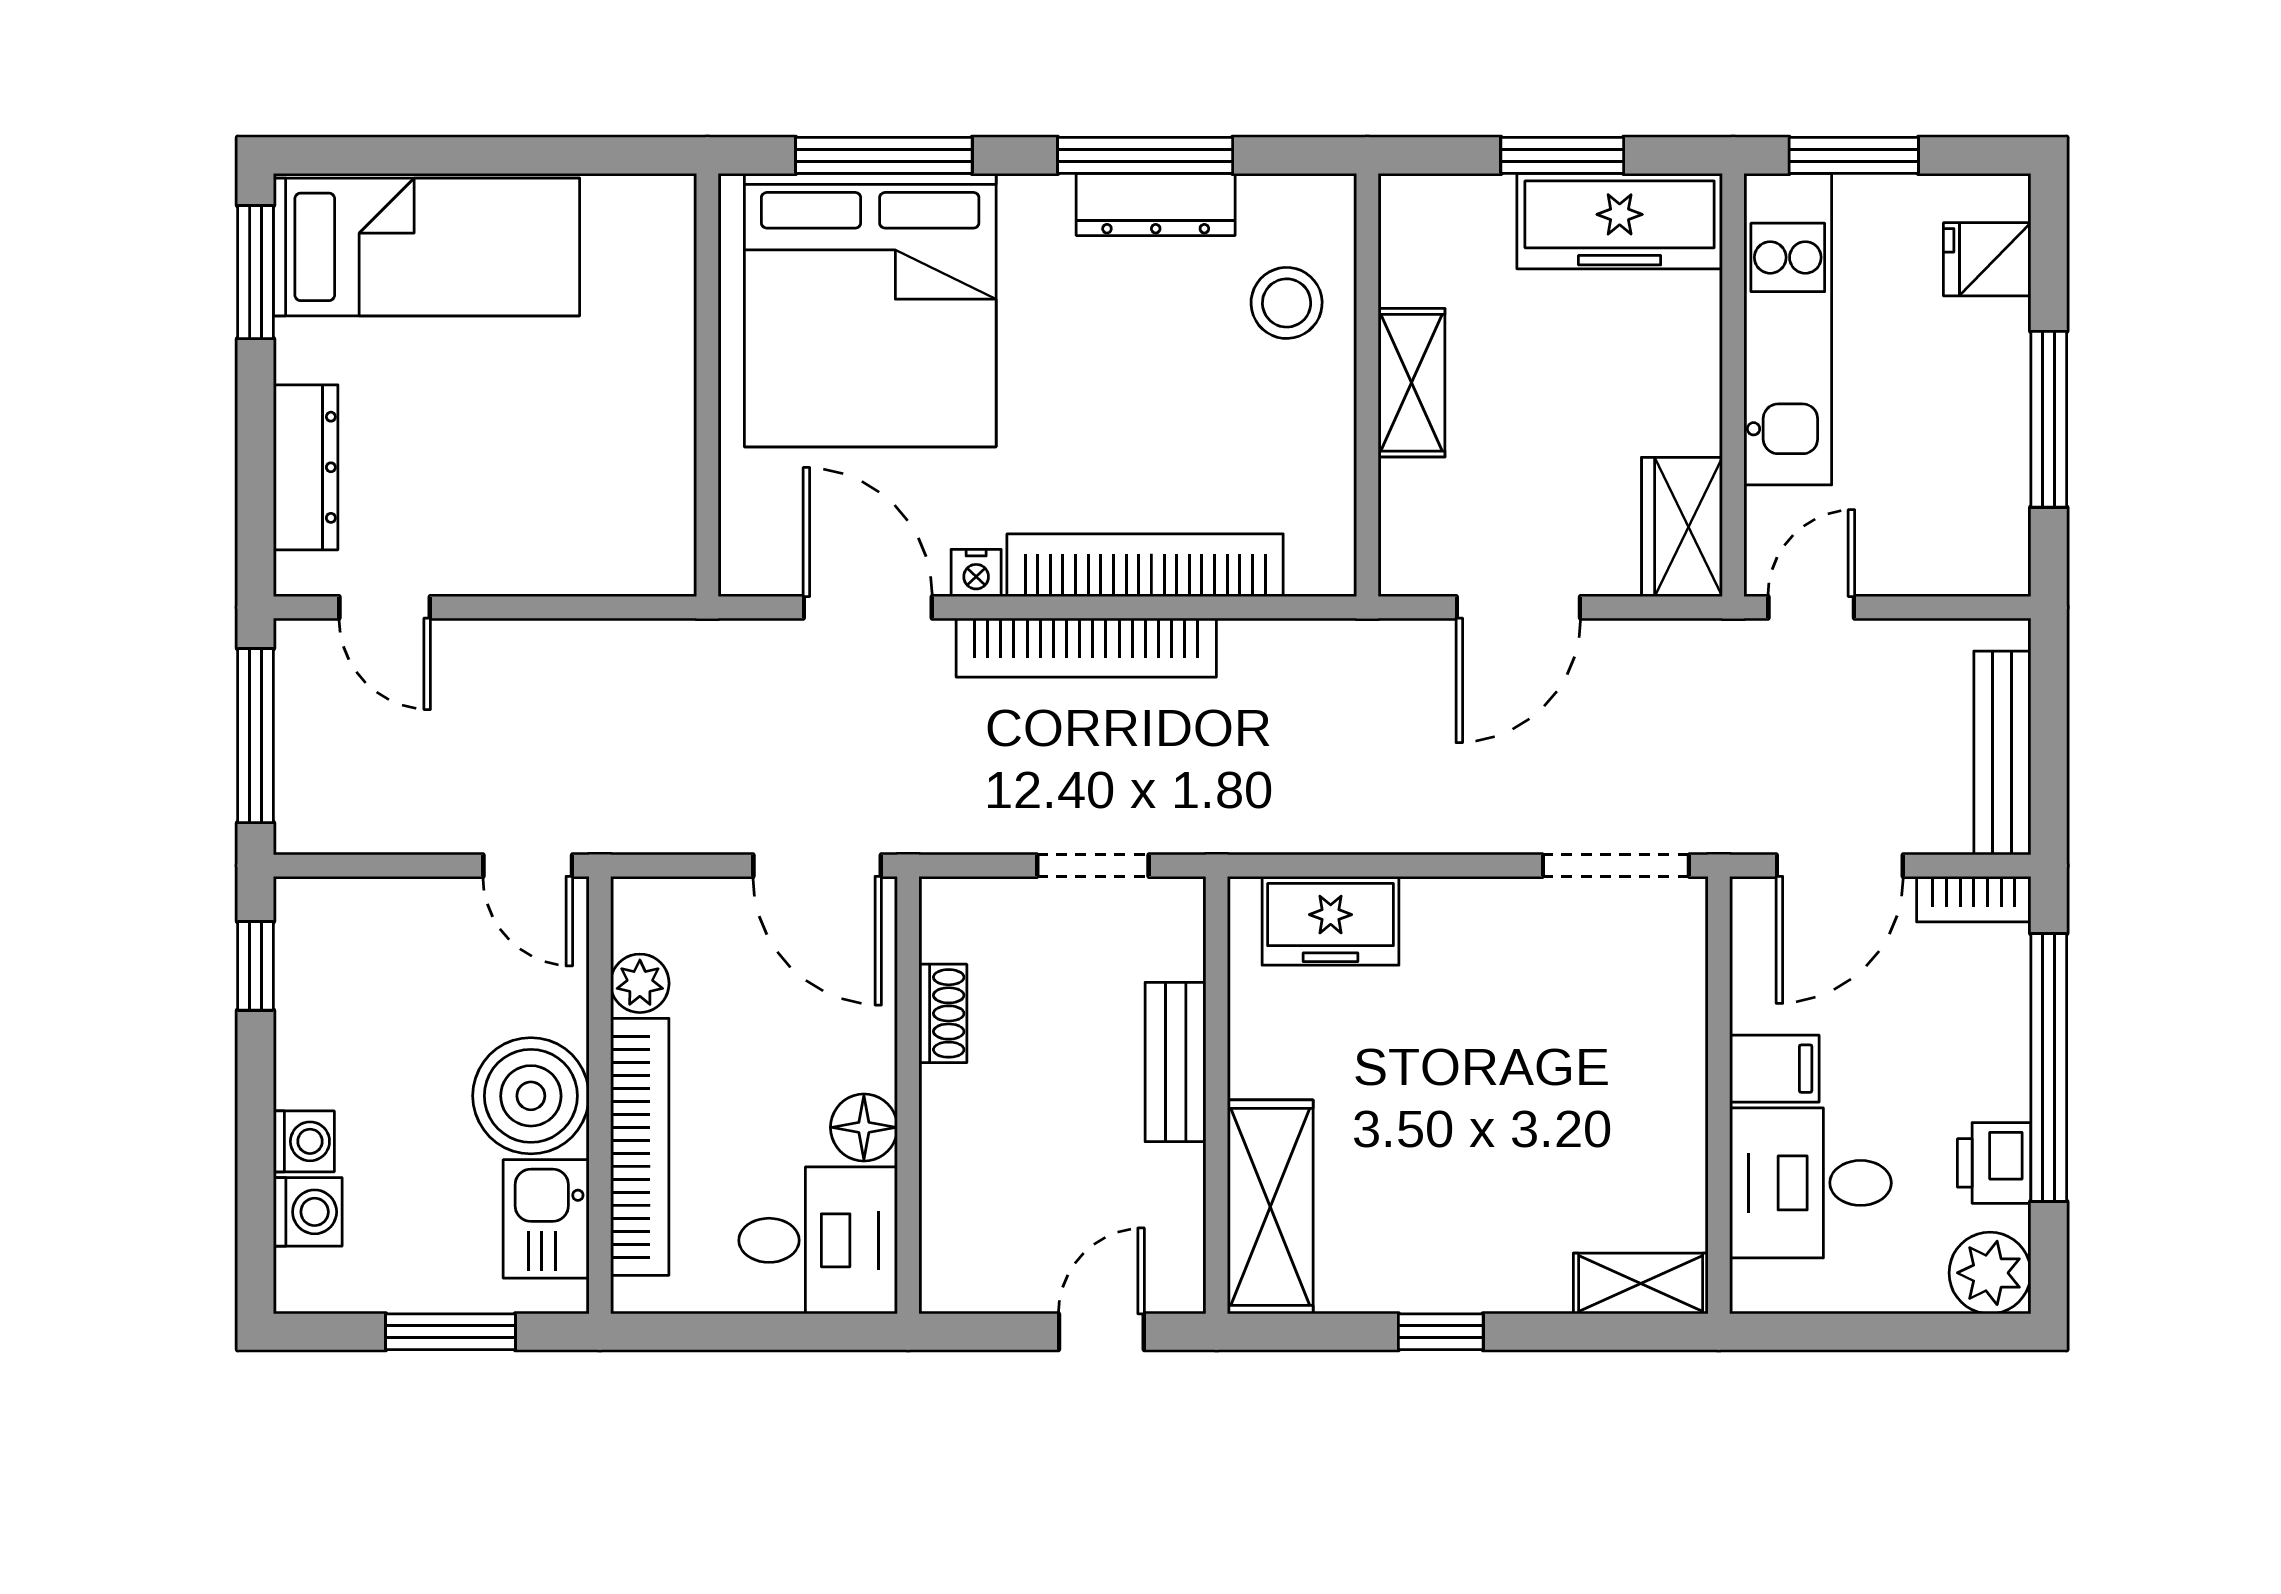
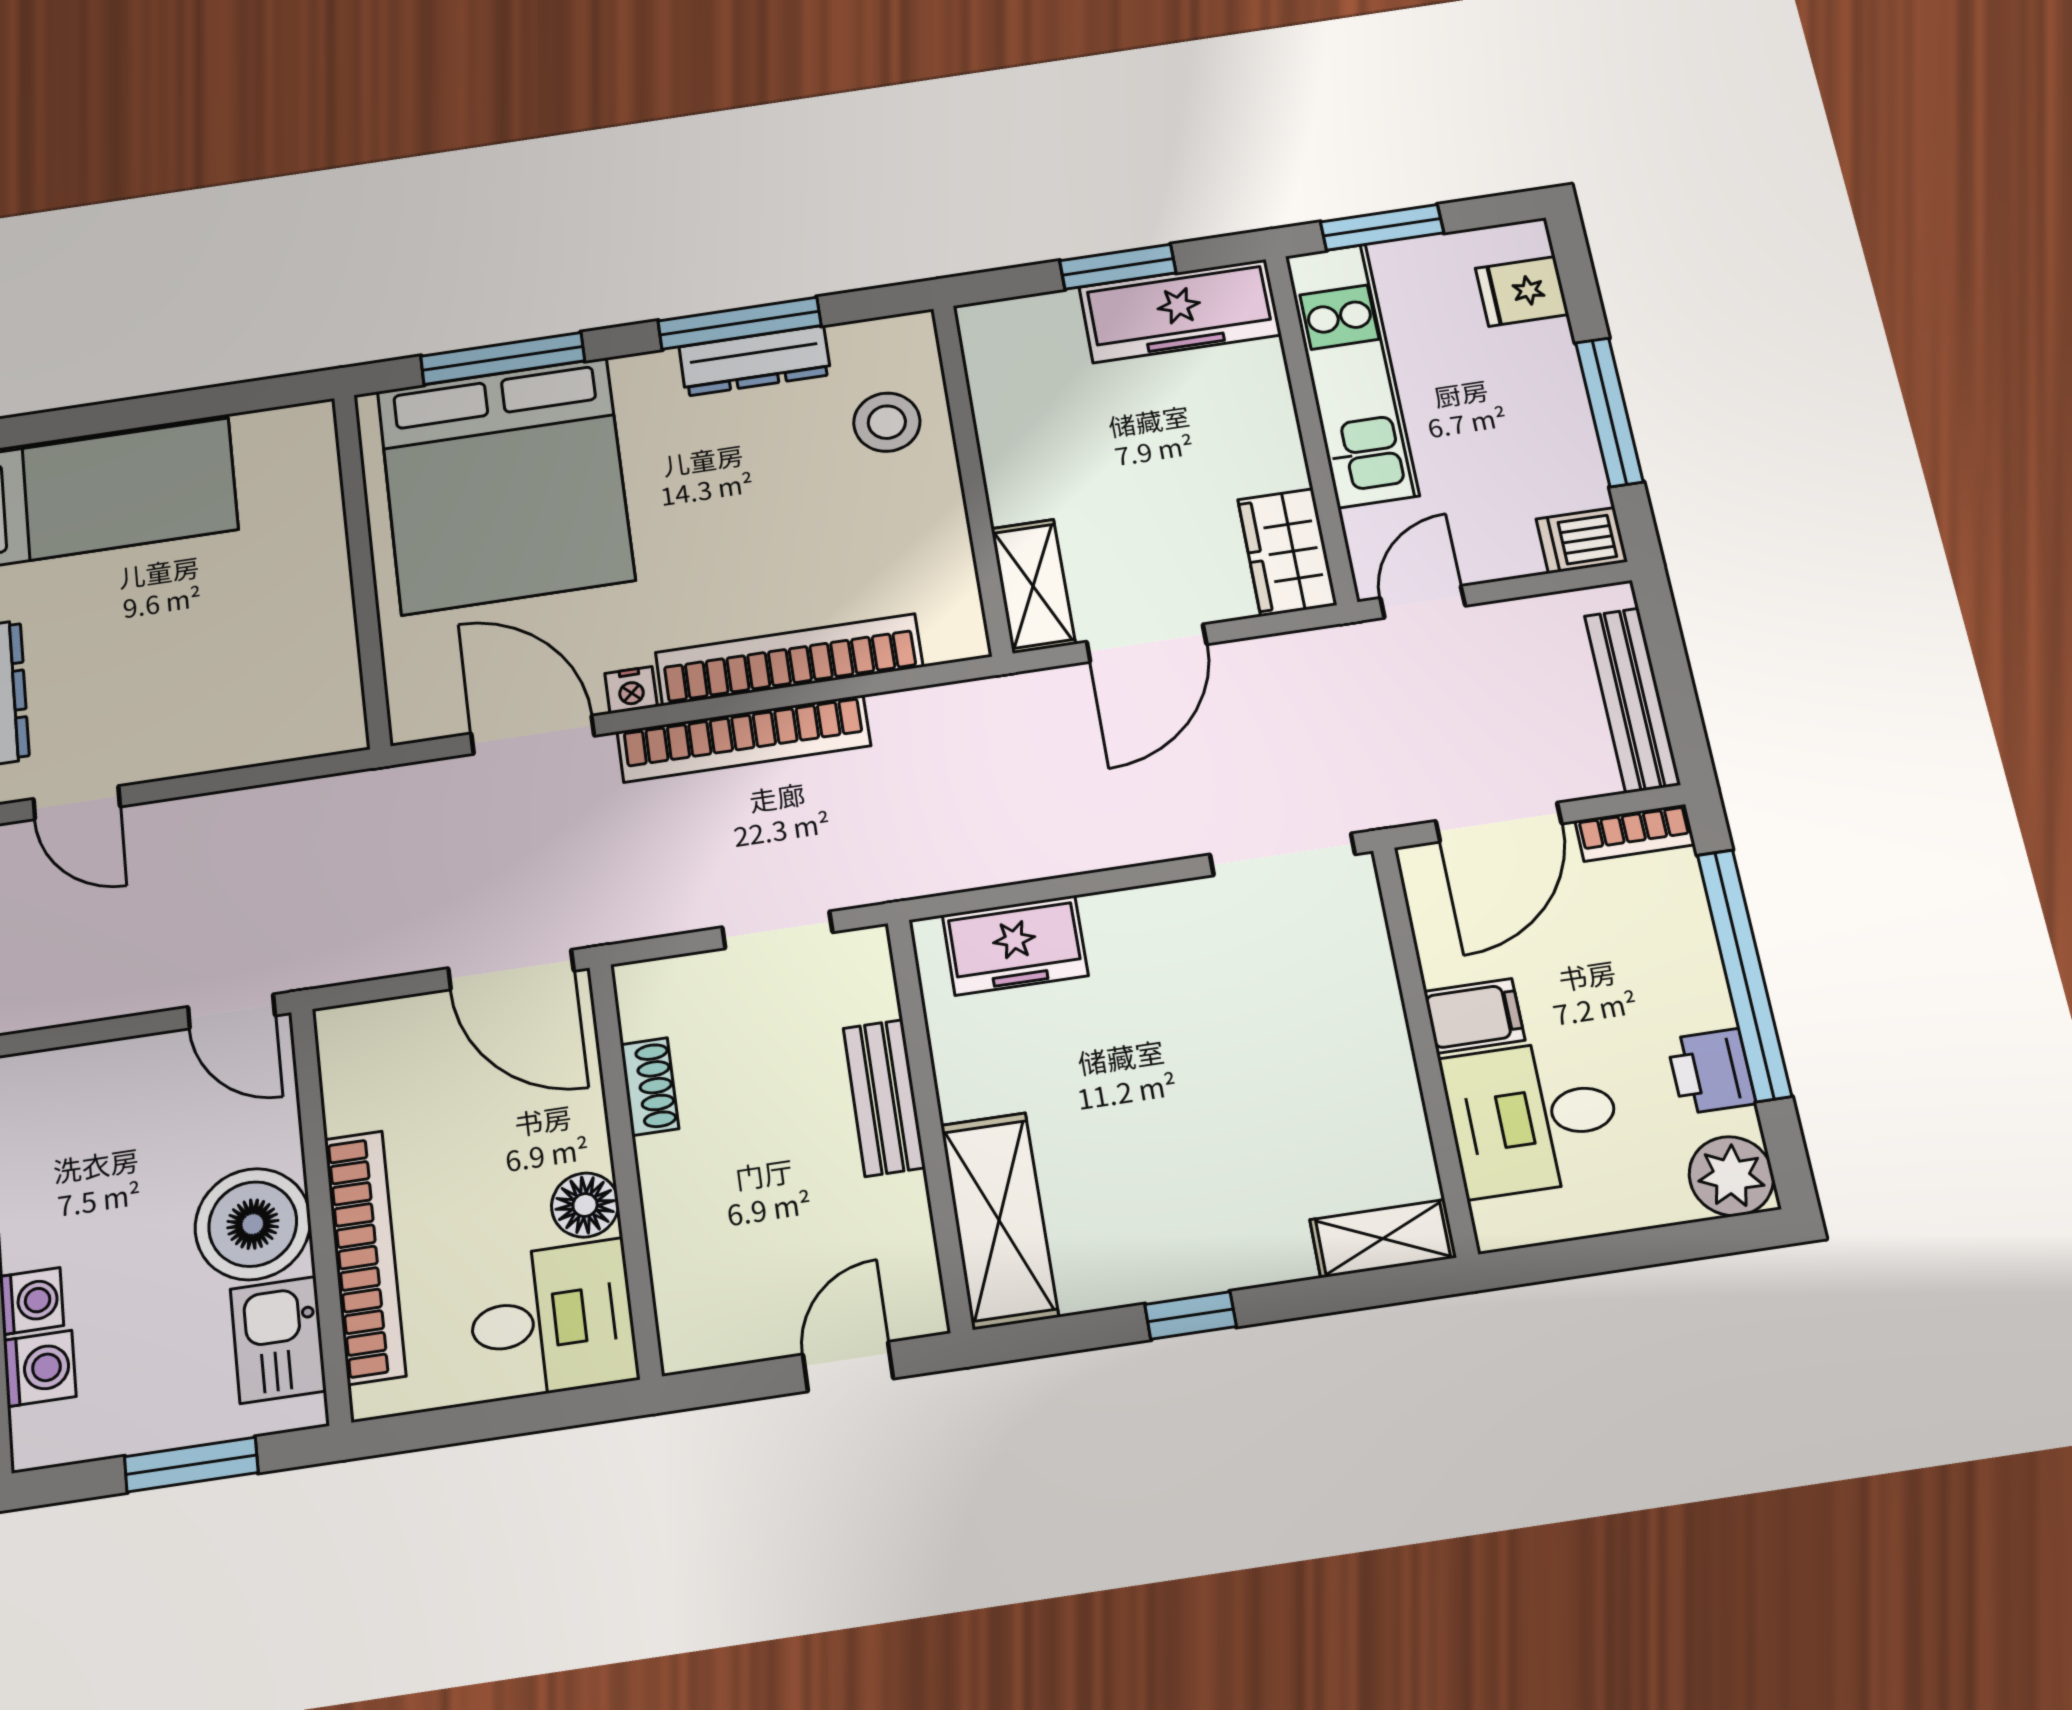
shelving: (1411, 383) -> (1033, 586), moved
dishwasher: (1989, 564) -> (1582, 540), added
plant: (640, 983) -> (350, 1103), removed

